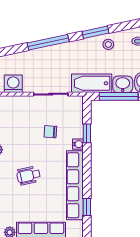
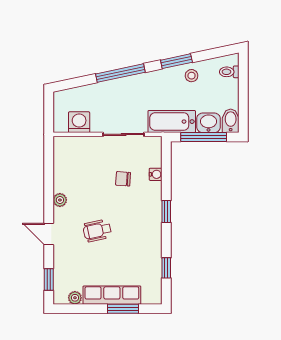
window: (87, 133) -> (166, 212), moved
water cooler: (78, 144) -> (156, 174), moved
row of seats: (75, 185) -> (152, 242), removed

